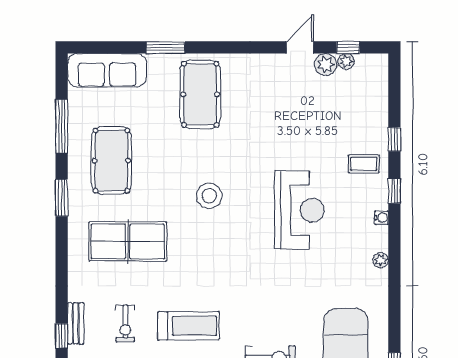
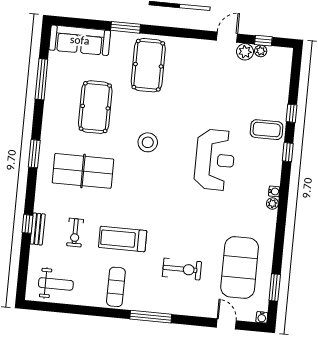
pool table: (111, 161) -> (95, 107), moved
coffee table: (364, 164) -> (267, 130), width x1.36, depth x1.30
window: (62, 198) -> (34, 154), moved
water cooler: (382, 218) -> (274, 191), moved
treadmill: (188, 326) -> (123, 239), turned 180
window: (62, 336) -> (28, 224), moved

